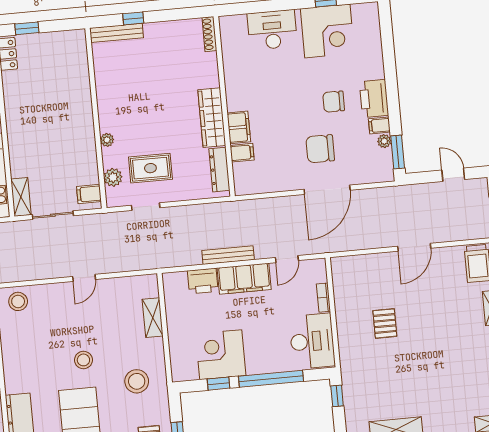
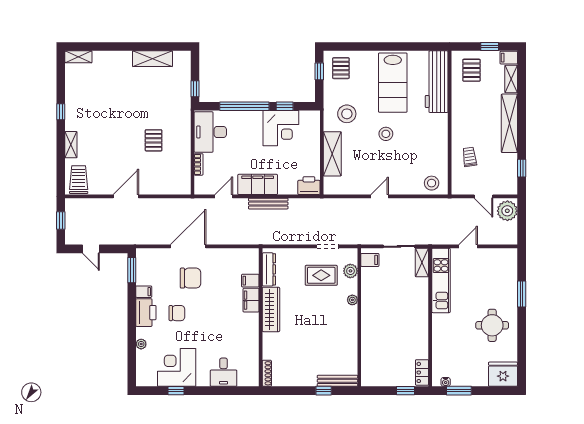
desk: (272, 30) -> (224, 372), width x0.73
plant: (384, 141) -> (141, 344), moved
printer: (203, 281) -> (309, 186), moved
shelving: (153, 318) -> (332, 154), width x1.50, depth x1.33

